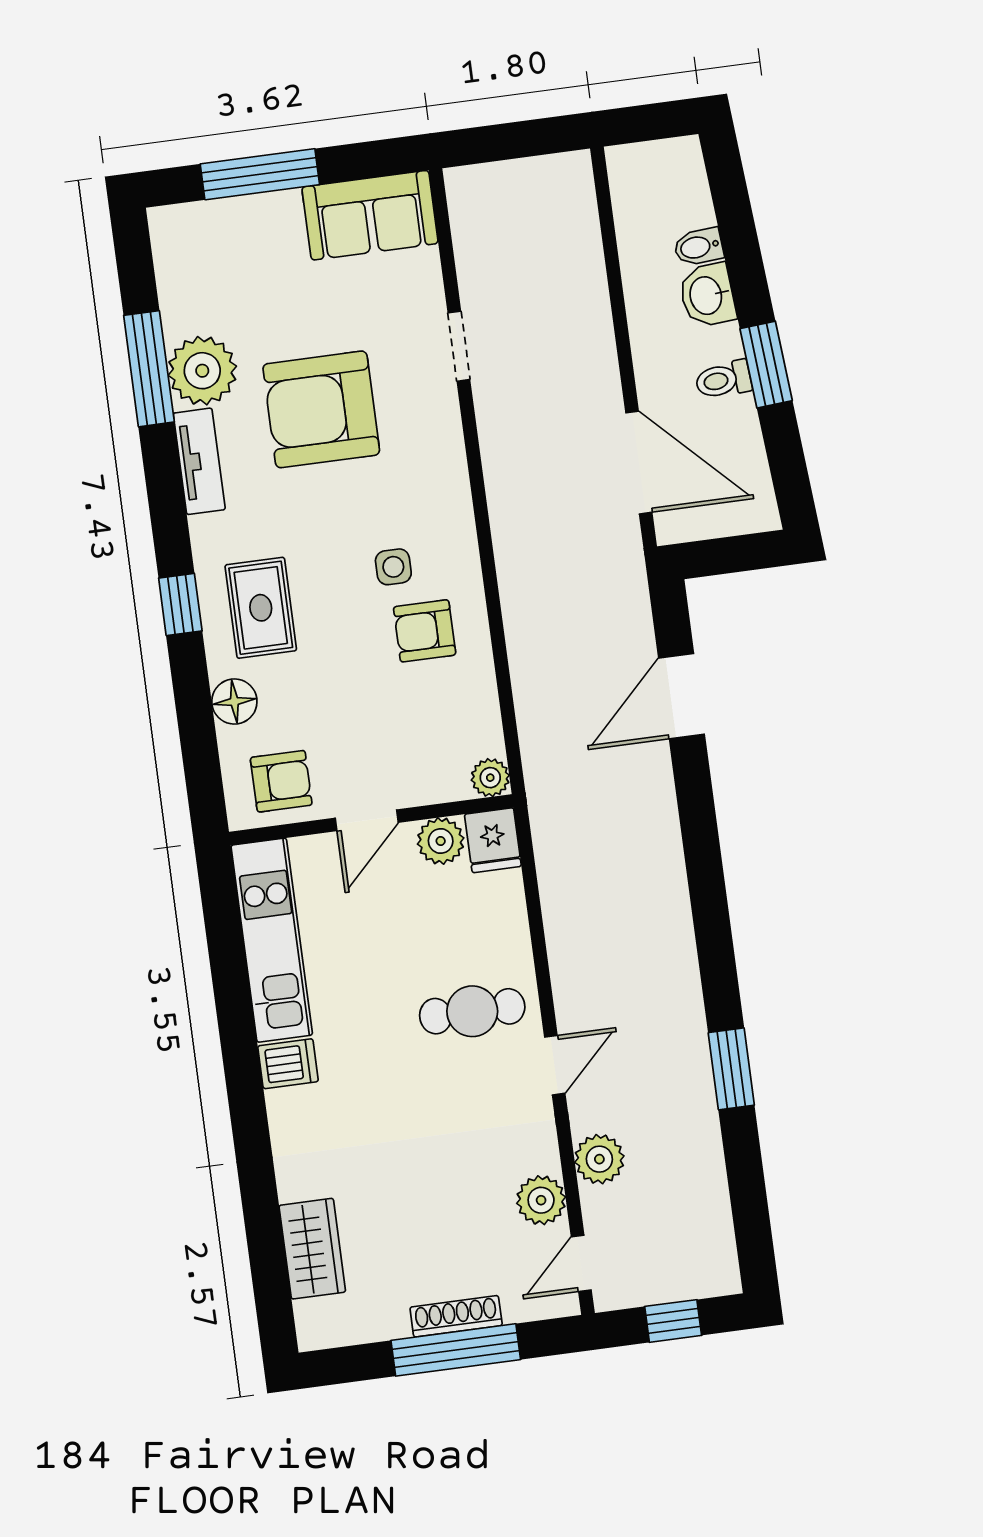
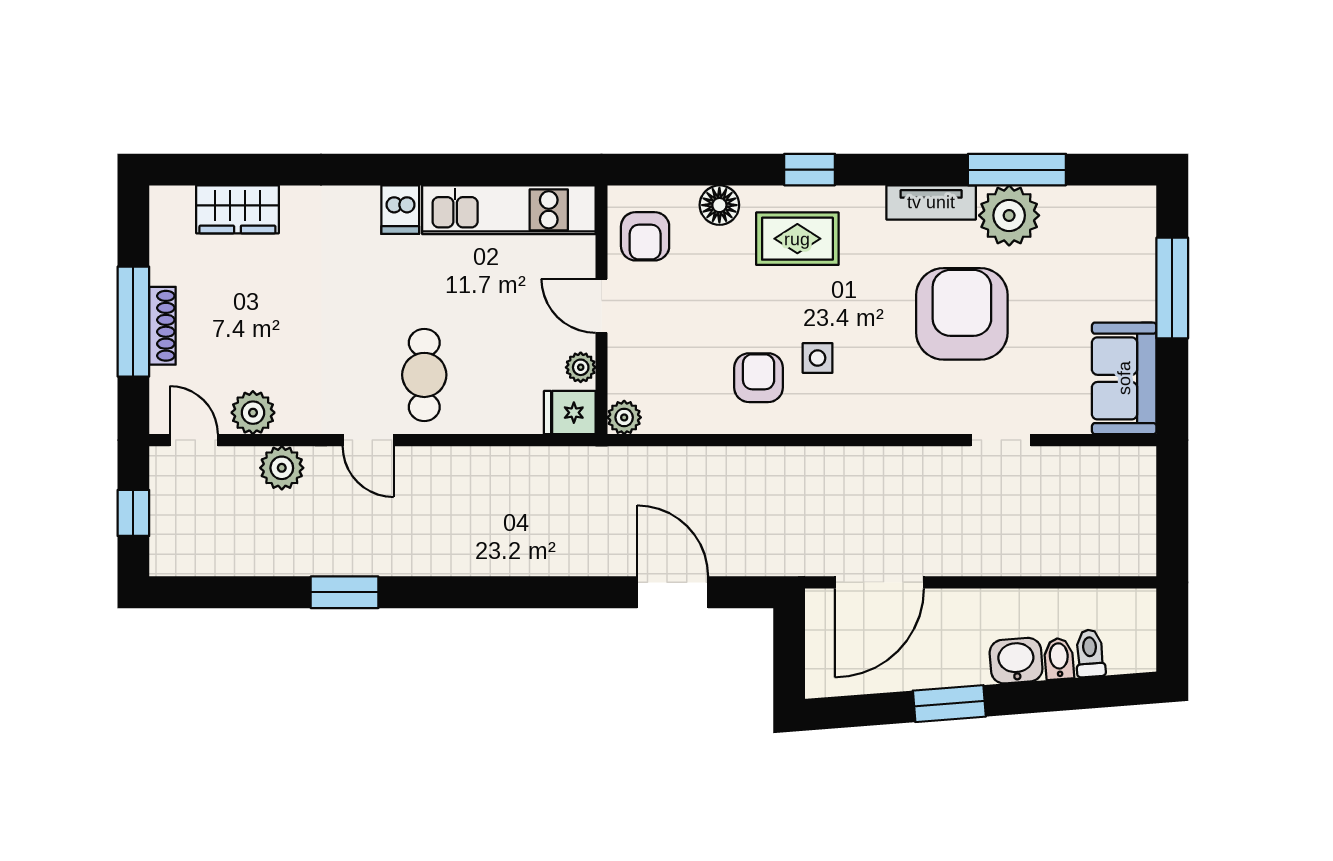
toilet: (723, 380) -> (1090, 653), moved
plant: (441, 841) -> (581, 367), width x0.73, depth x0.73

